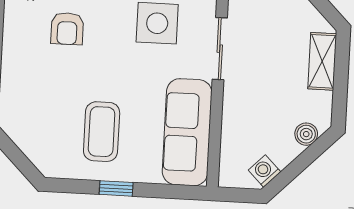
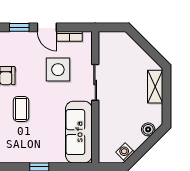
coffee table: (102, 132) -> (21, 109), moved, width x0.73, depth x0.77

